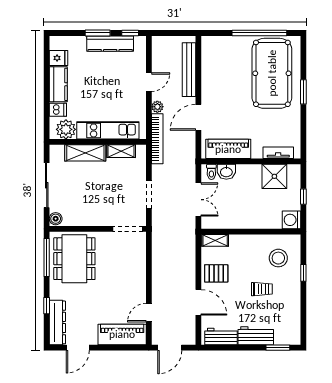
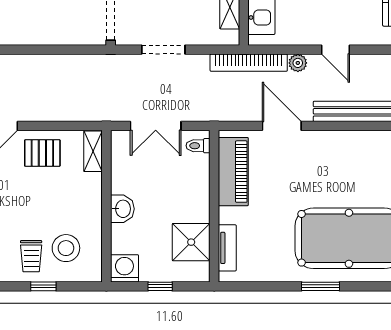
washbasin: (226, 172) -> (122, 209), moved, turned 180
pallet: (216, 273) -> (42, 153), turned 90
trolley: (262, 289) -> (31, 256), moved

